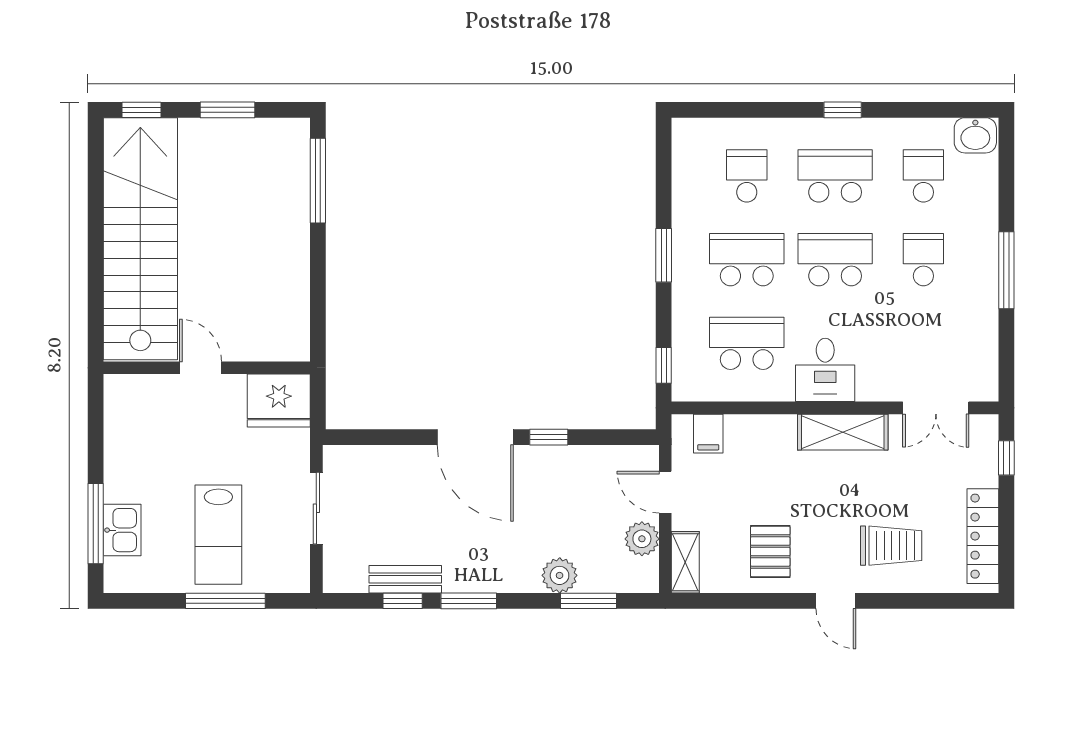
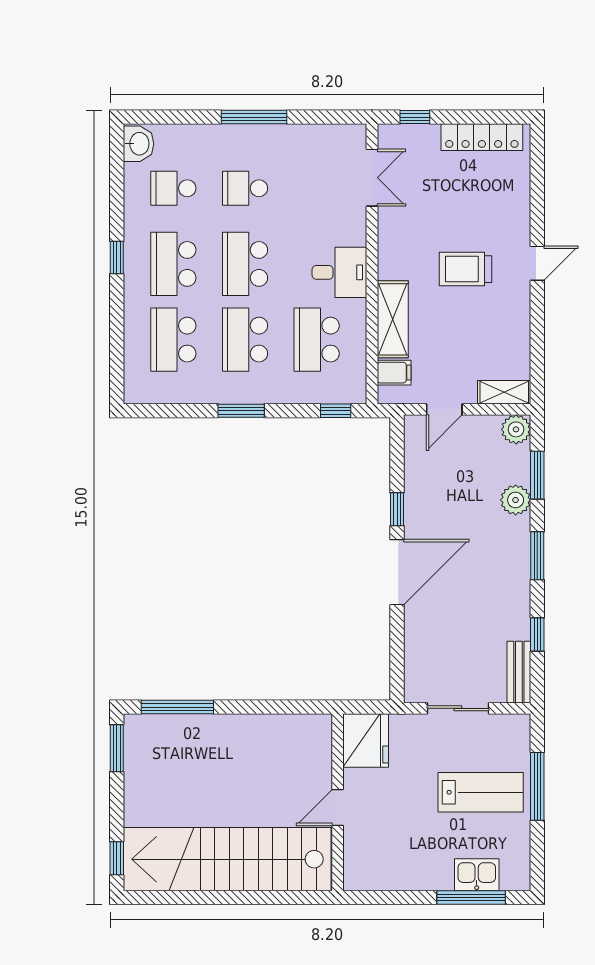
window: (228, 110) -> (117, 748), moved
school desk: (747, 176) -> (173, 340), width x1.85
shelving: (843, 432) -> (393, 319), moved
plant: (642, 539) -> (516, 429), moved
trolley: (891, 546) -> (465, 269), moved, turned -90
pallet: (770, 552) -> (495, 319), removed
bench: (405, 579) -> (519, 672), moved
window: (469, 601) -> (537, 556), moved

